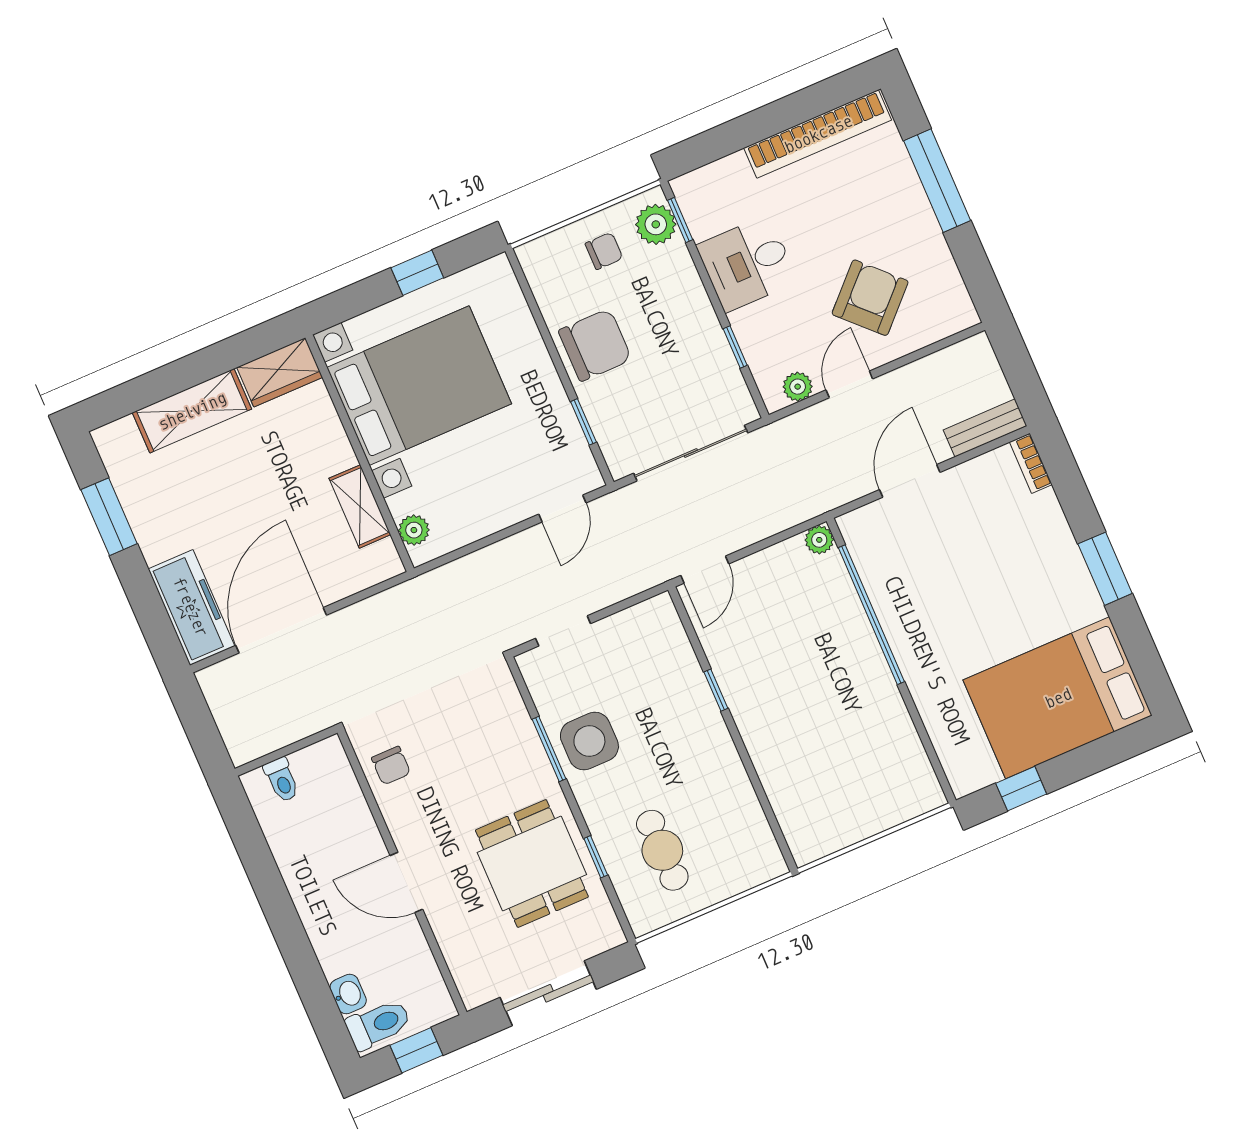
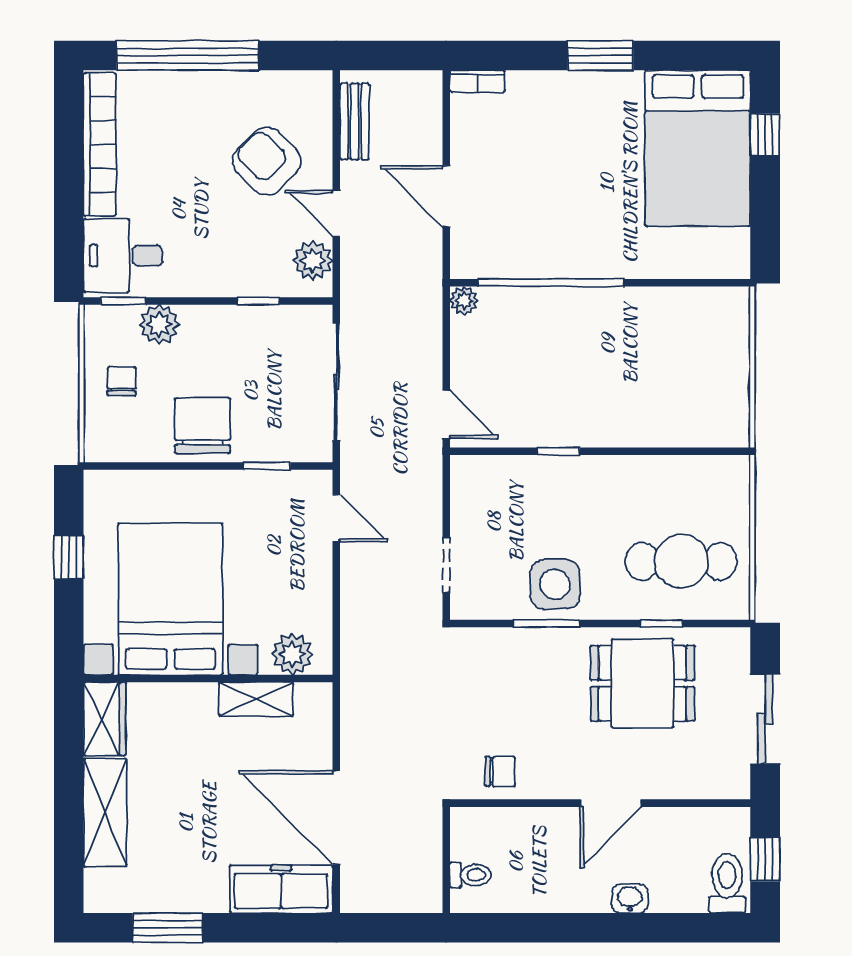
window: (937, 181) -> (188, 55), width x1.46
plant: (656, 224) -> (159, 325), moved
desk: (747, 264) -> (123, 256), moved, turned 90
plant: (798, 387) -> (313, 260), width x1.38, depth x1.38
bench: (985, 428) -> (355, 121), moved
plant: (414, 530) -> (292, 654), width x1.38, depth x1.38
window: (1021, 789) -> (765, 135), moved
cafe table: (662, 850) -> (681, 561), width x1.37, depth x1.35
washbasin: (348, 994) -> (630, 899), moved

